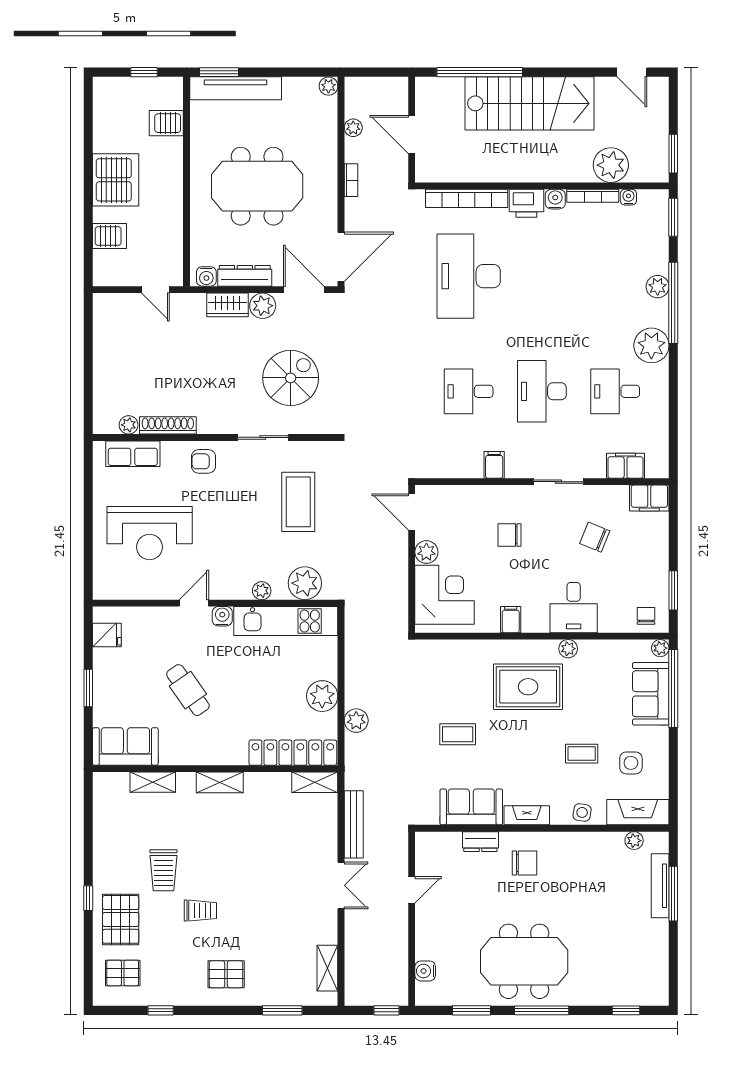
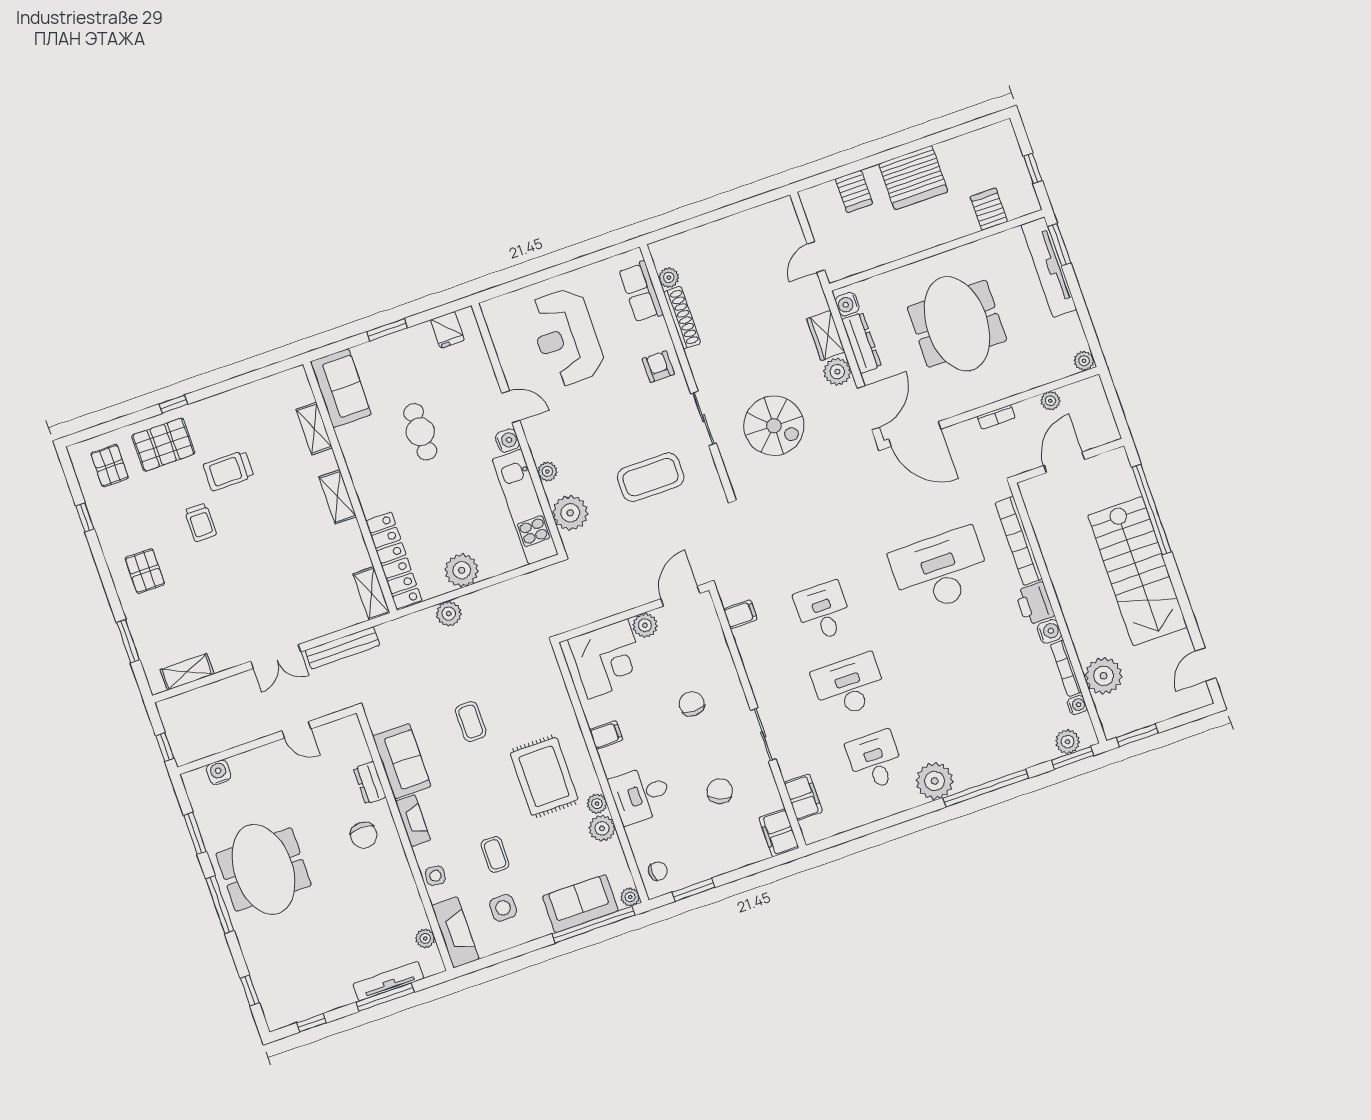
plant: (658, 287) -> (1067, 742), moved
filing cabinet: (494, 465) -> (740, 614), moved
plant: (591, 652) -> (602, 828), added
cafe table: (188, 690) -> (420, 432), turned -55
window: (673, 966) -> (311, 1023), added

